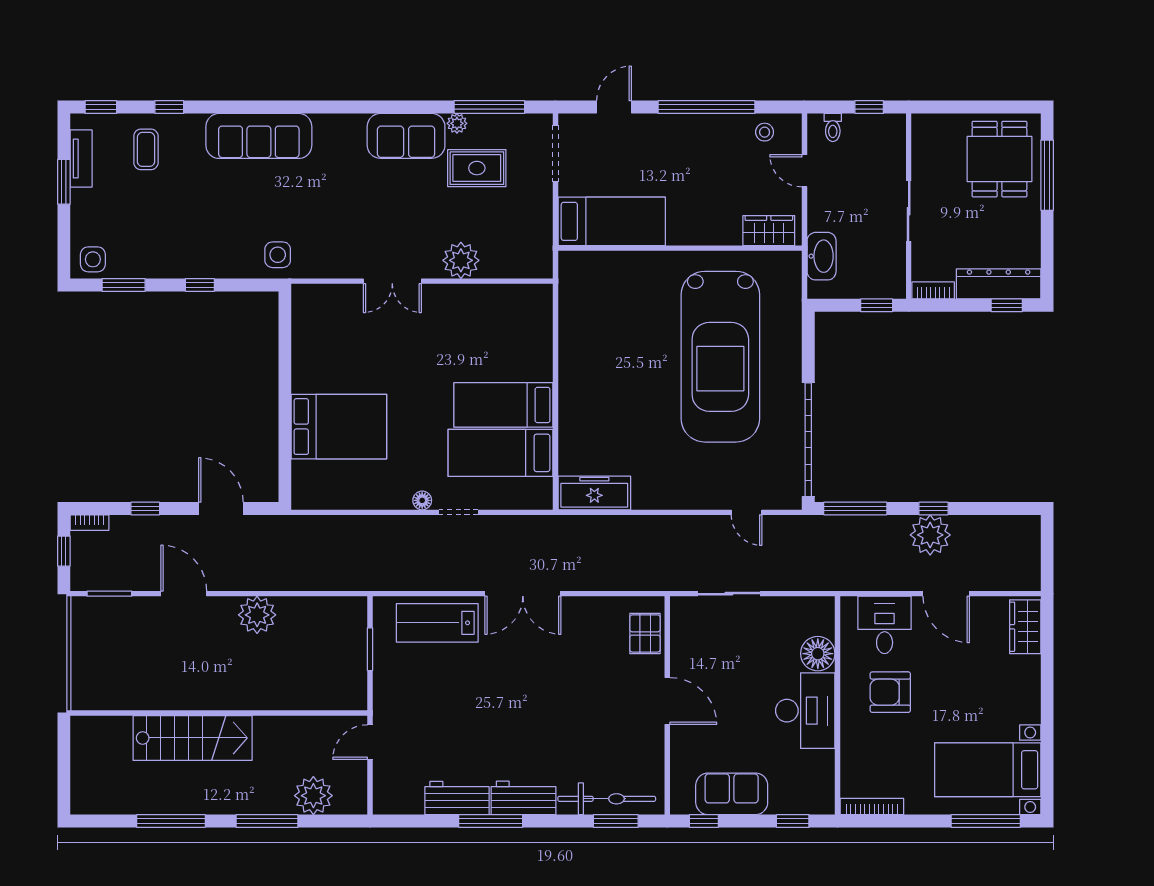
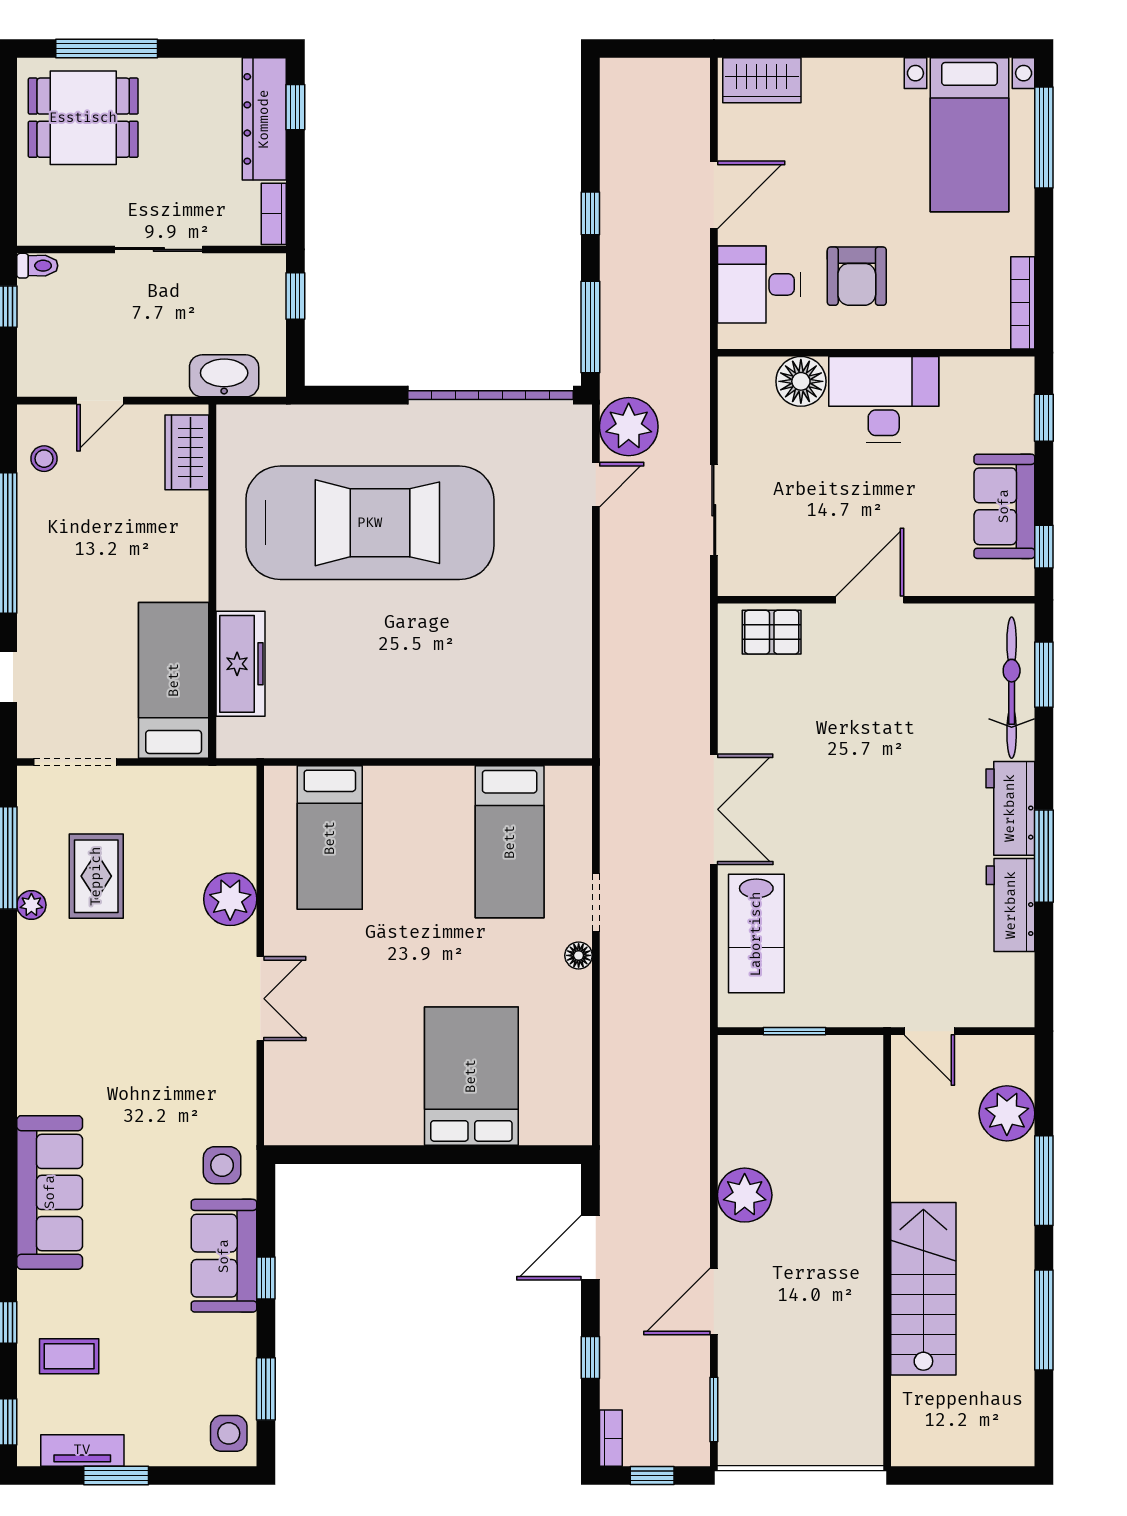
toilet: (833, 127) -> (37, 266), moved
sofa: (406, 136) -> (224, 1256), moved, turned 180
bed: (503, 405) -> (330, 838), moved
freezer: (594, 493) -> (240, 664), moved, turned 180
plant: (930, 535) -> (629, 427), moved

